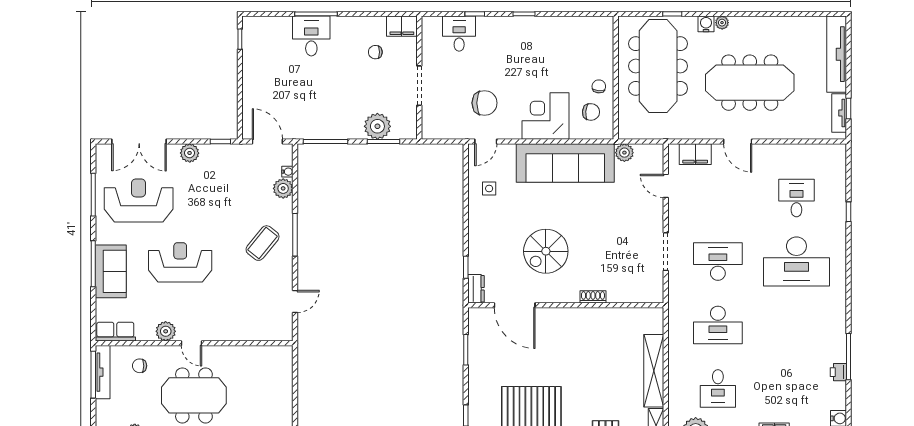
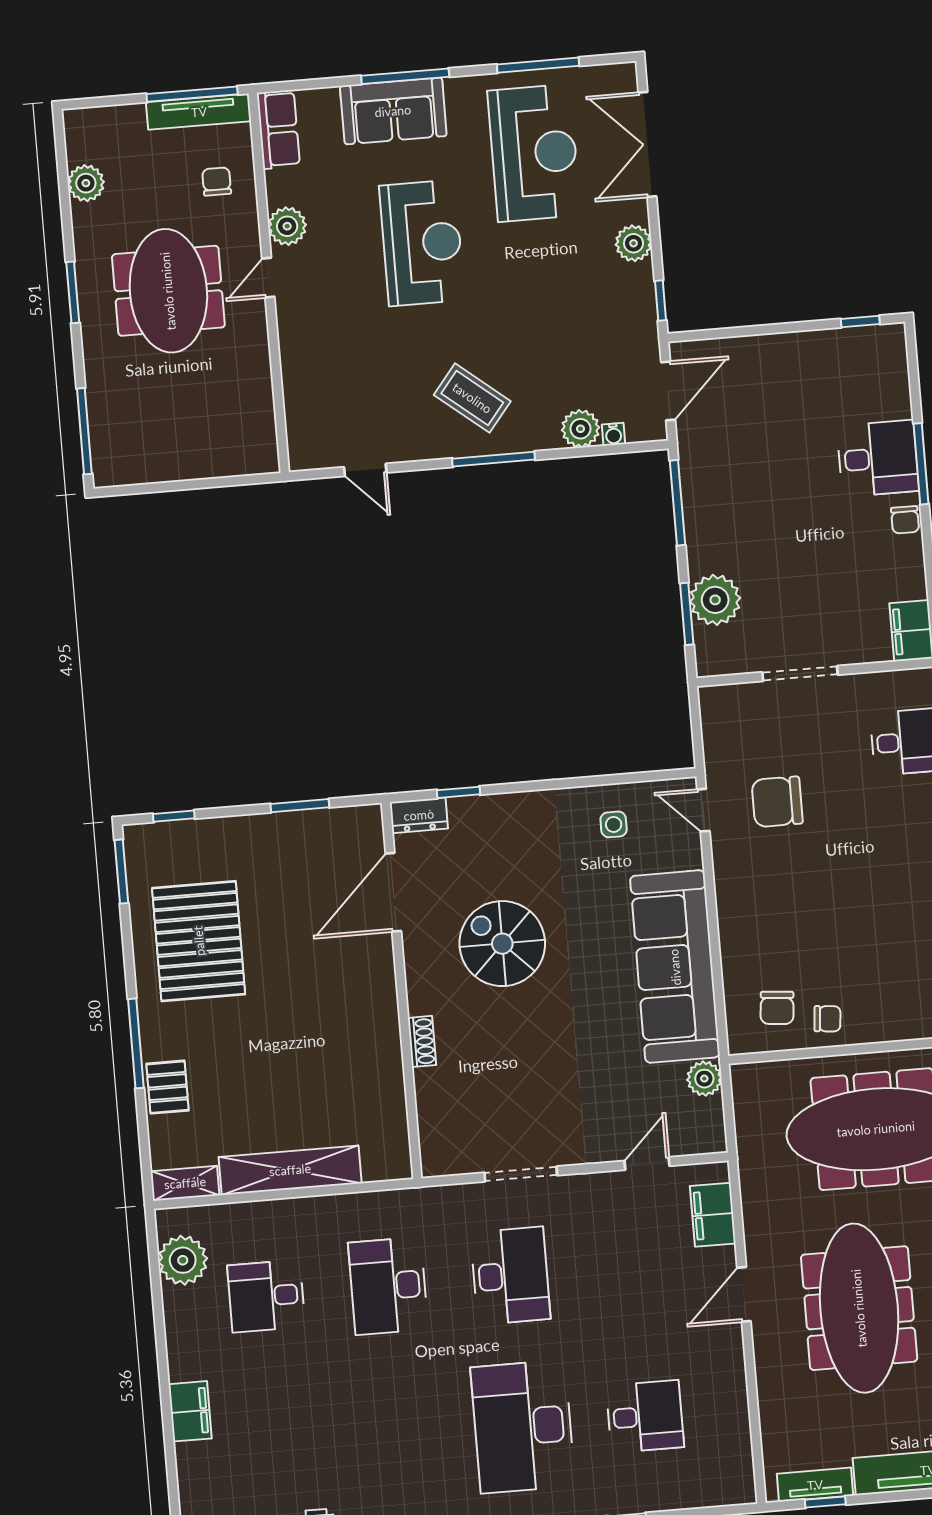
chair: (375, 52) -> (905, 520), moved, turned 180
chair: (484, 103) -> (777, 802), turned 90
corner desk: (545, 116) -> (762, 921), removed

